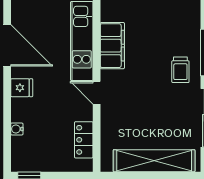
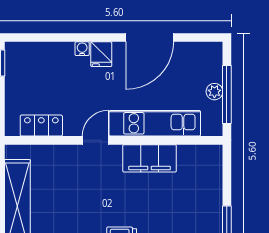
water cooler: (17, 129) -> (82, 49), moved

